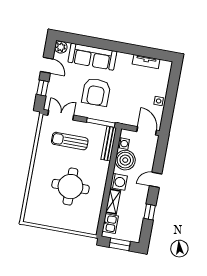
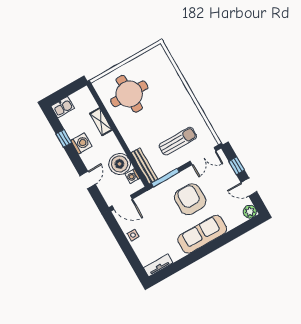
sofa: (92, 57) -> (202, 234), moved
tv unit: (146, 62) -> (158, 265), moved
door: (156, 180) -> (88, 180), moved
washing machine: (119, 182) -> (81, 143), moved, turned 180
round table: (70, 187) -> (129, 94), moved
kitchen sink: (110, 224) -> (63, 107), moved, turned -90
window: (120, 244) -> (66, 91), removed

